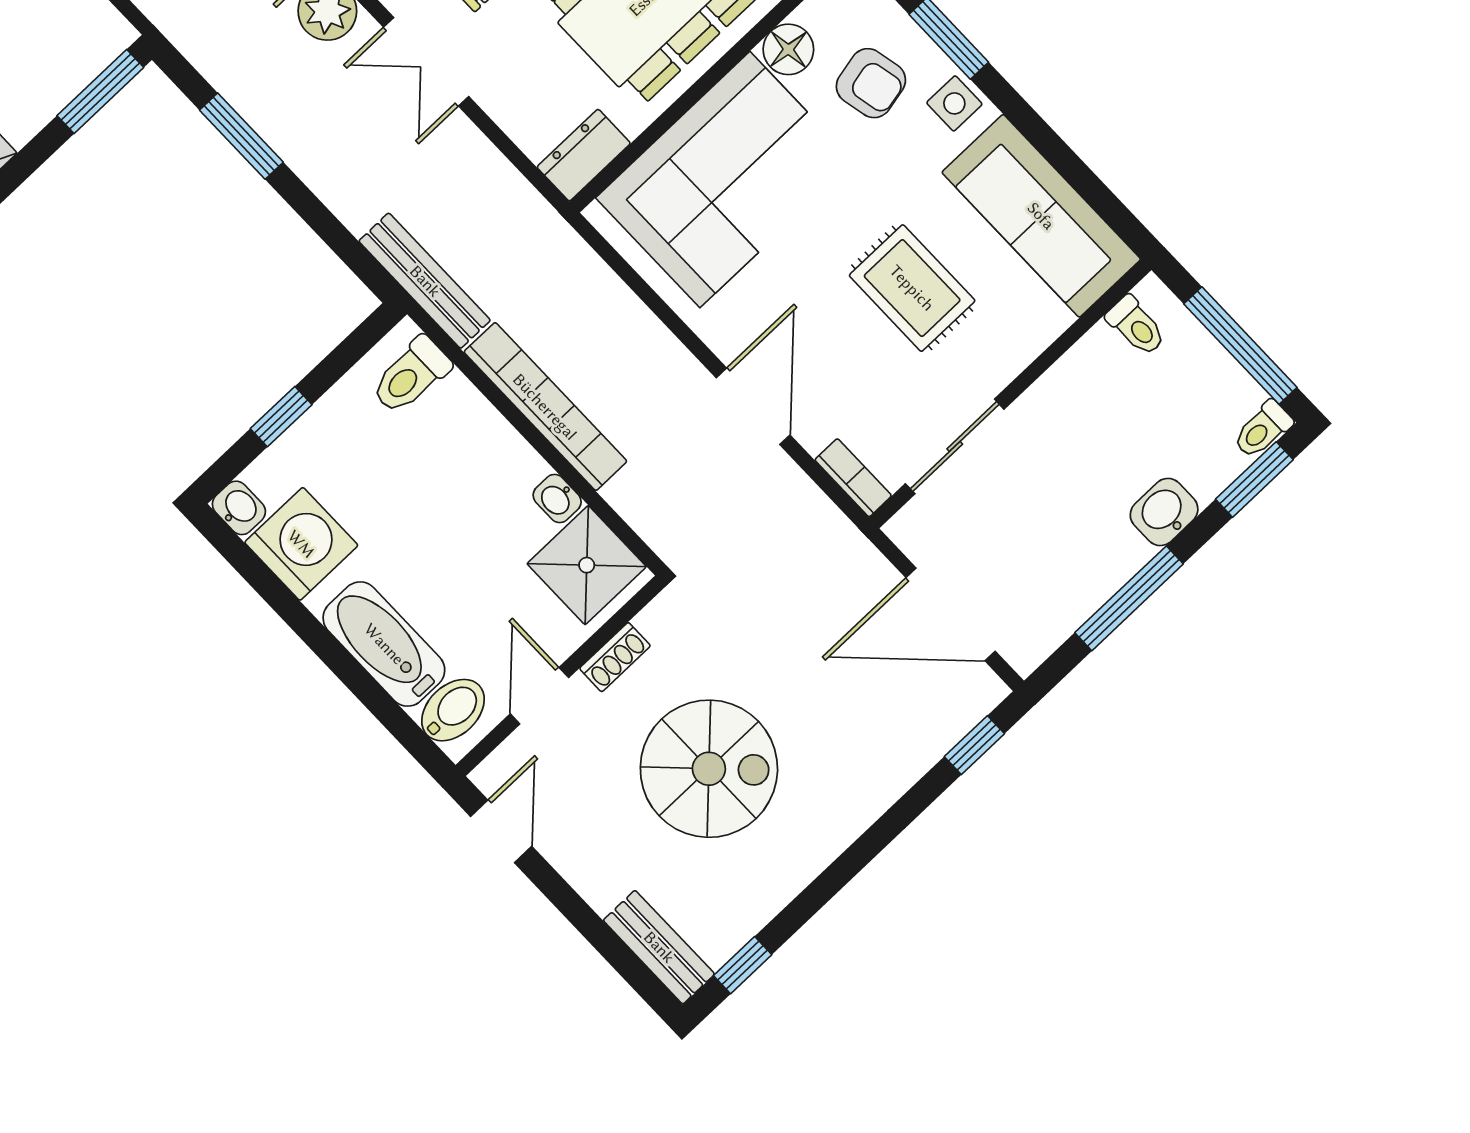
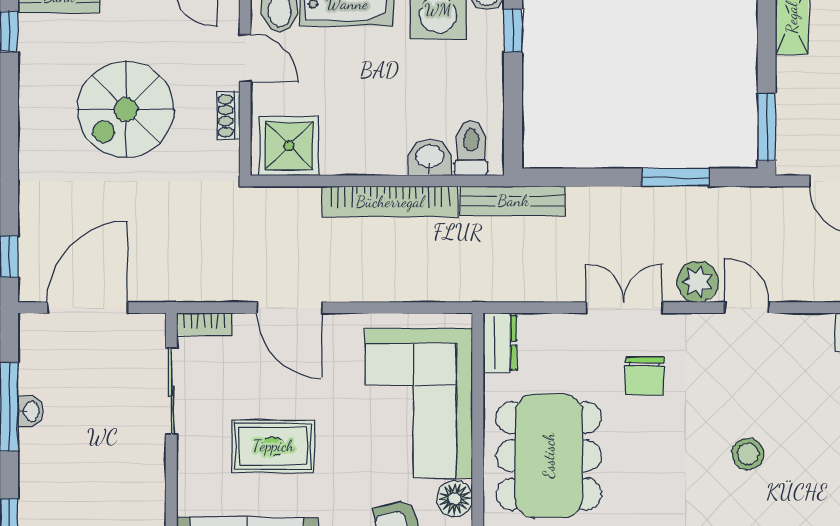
window: (281, 417) -> (513, 31), moved
washbasin: (557, 498) -> (430, 157), moved, width x1.38, depth x1.45
washbasin: (1164, 512) -> (31, 411), moved, width x0.72, depth x0.69

